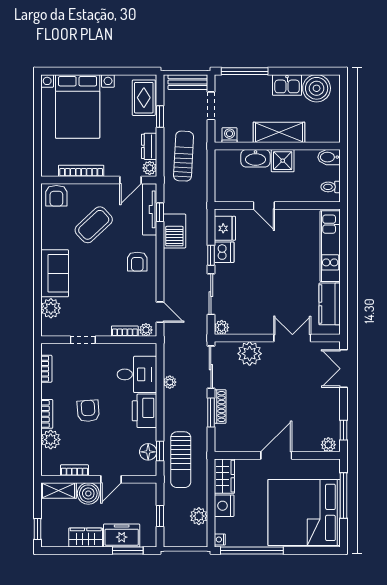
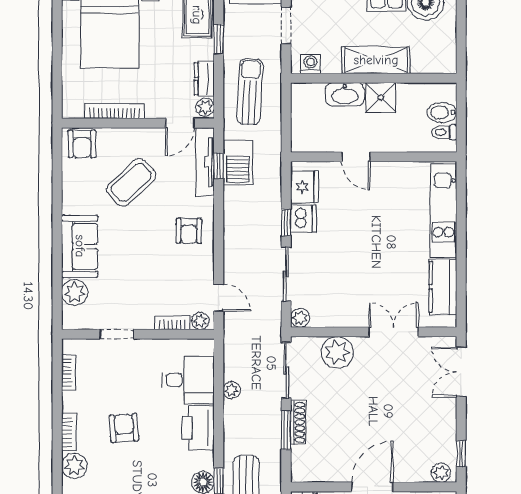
bidet: (329, 157) -> (442, 113), moved
barbecue: (174, 231) -> (238, 162), moved

